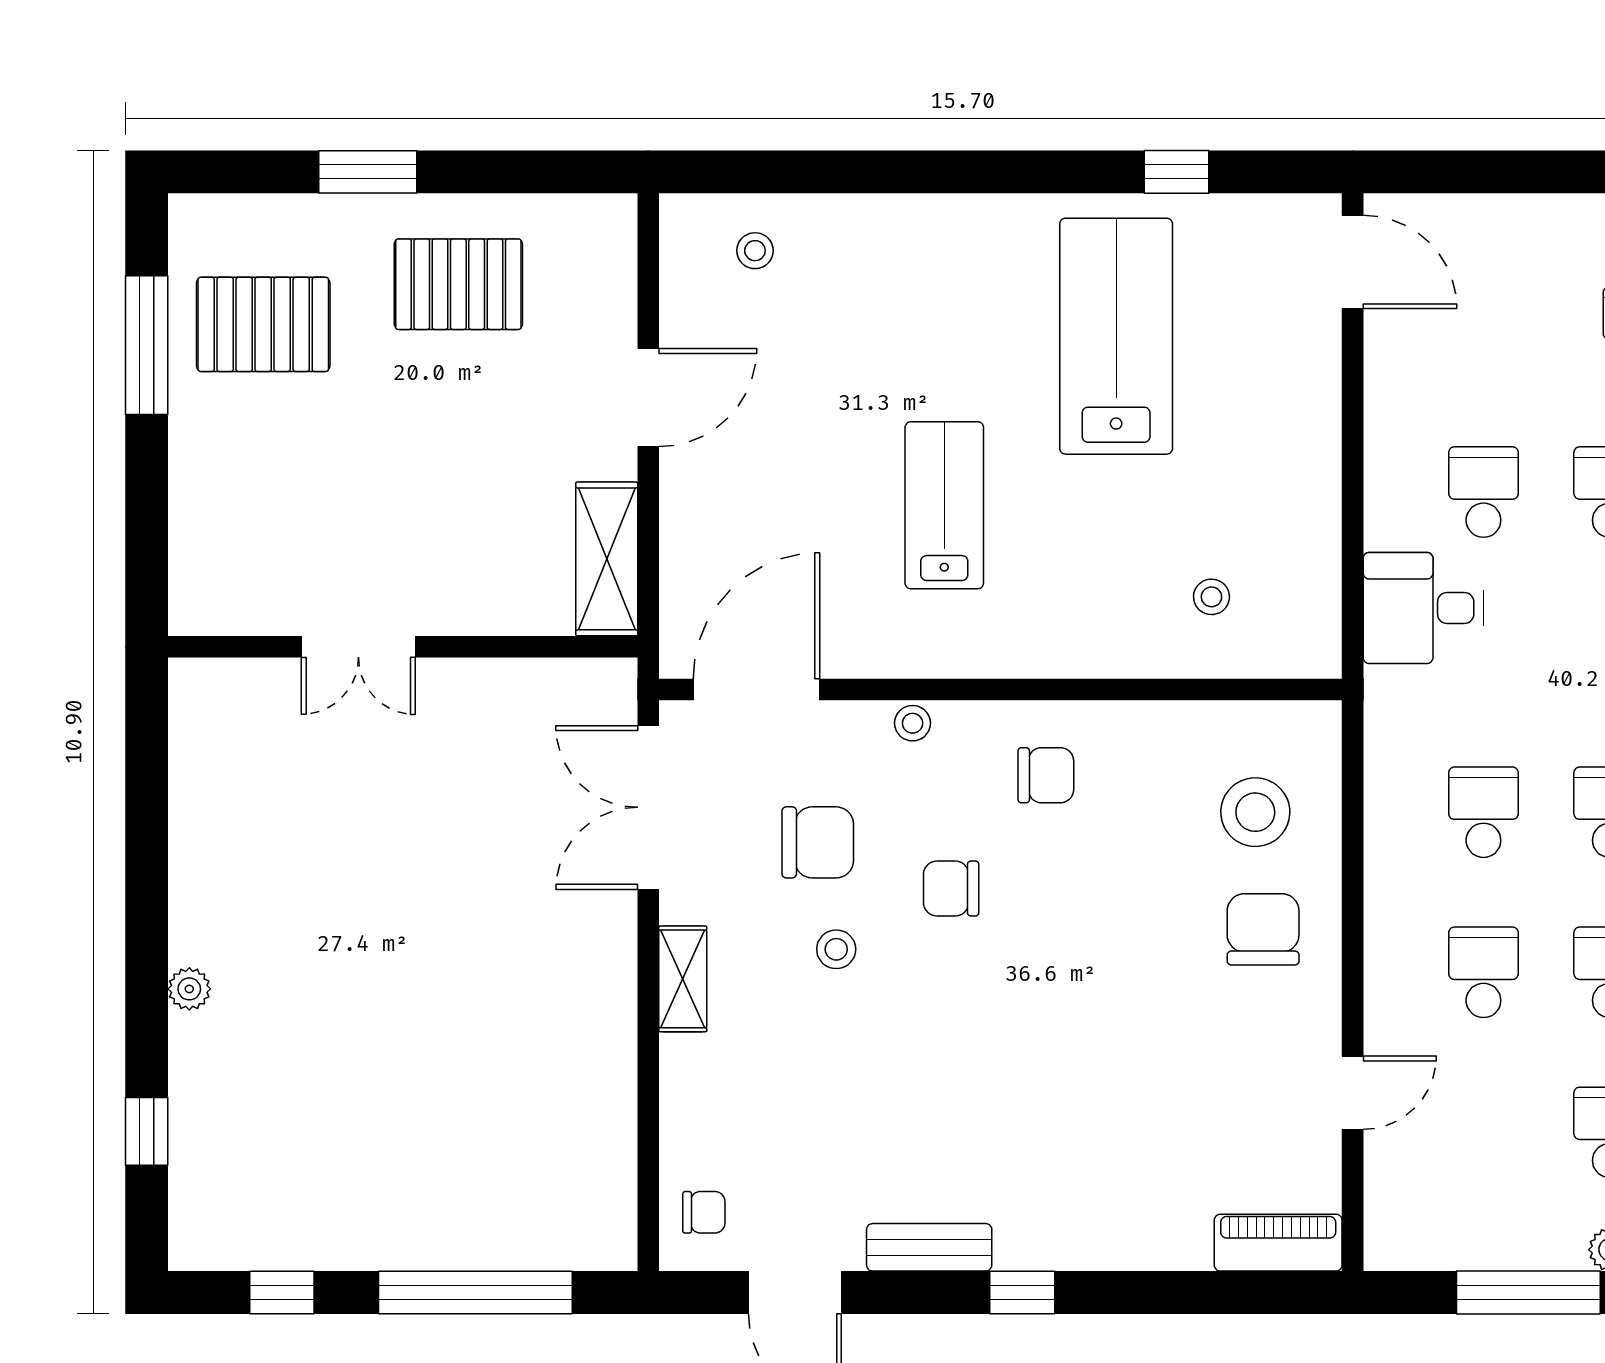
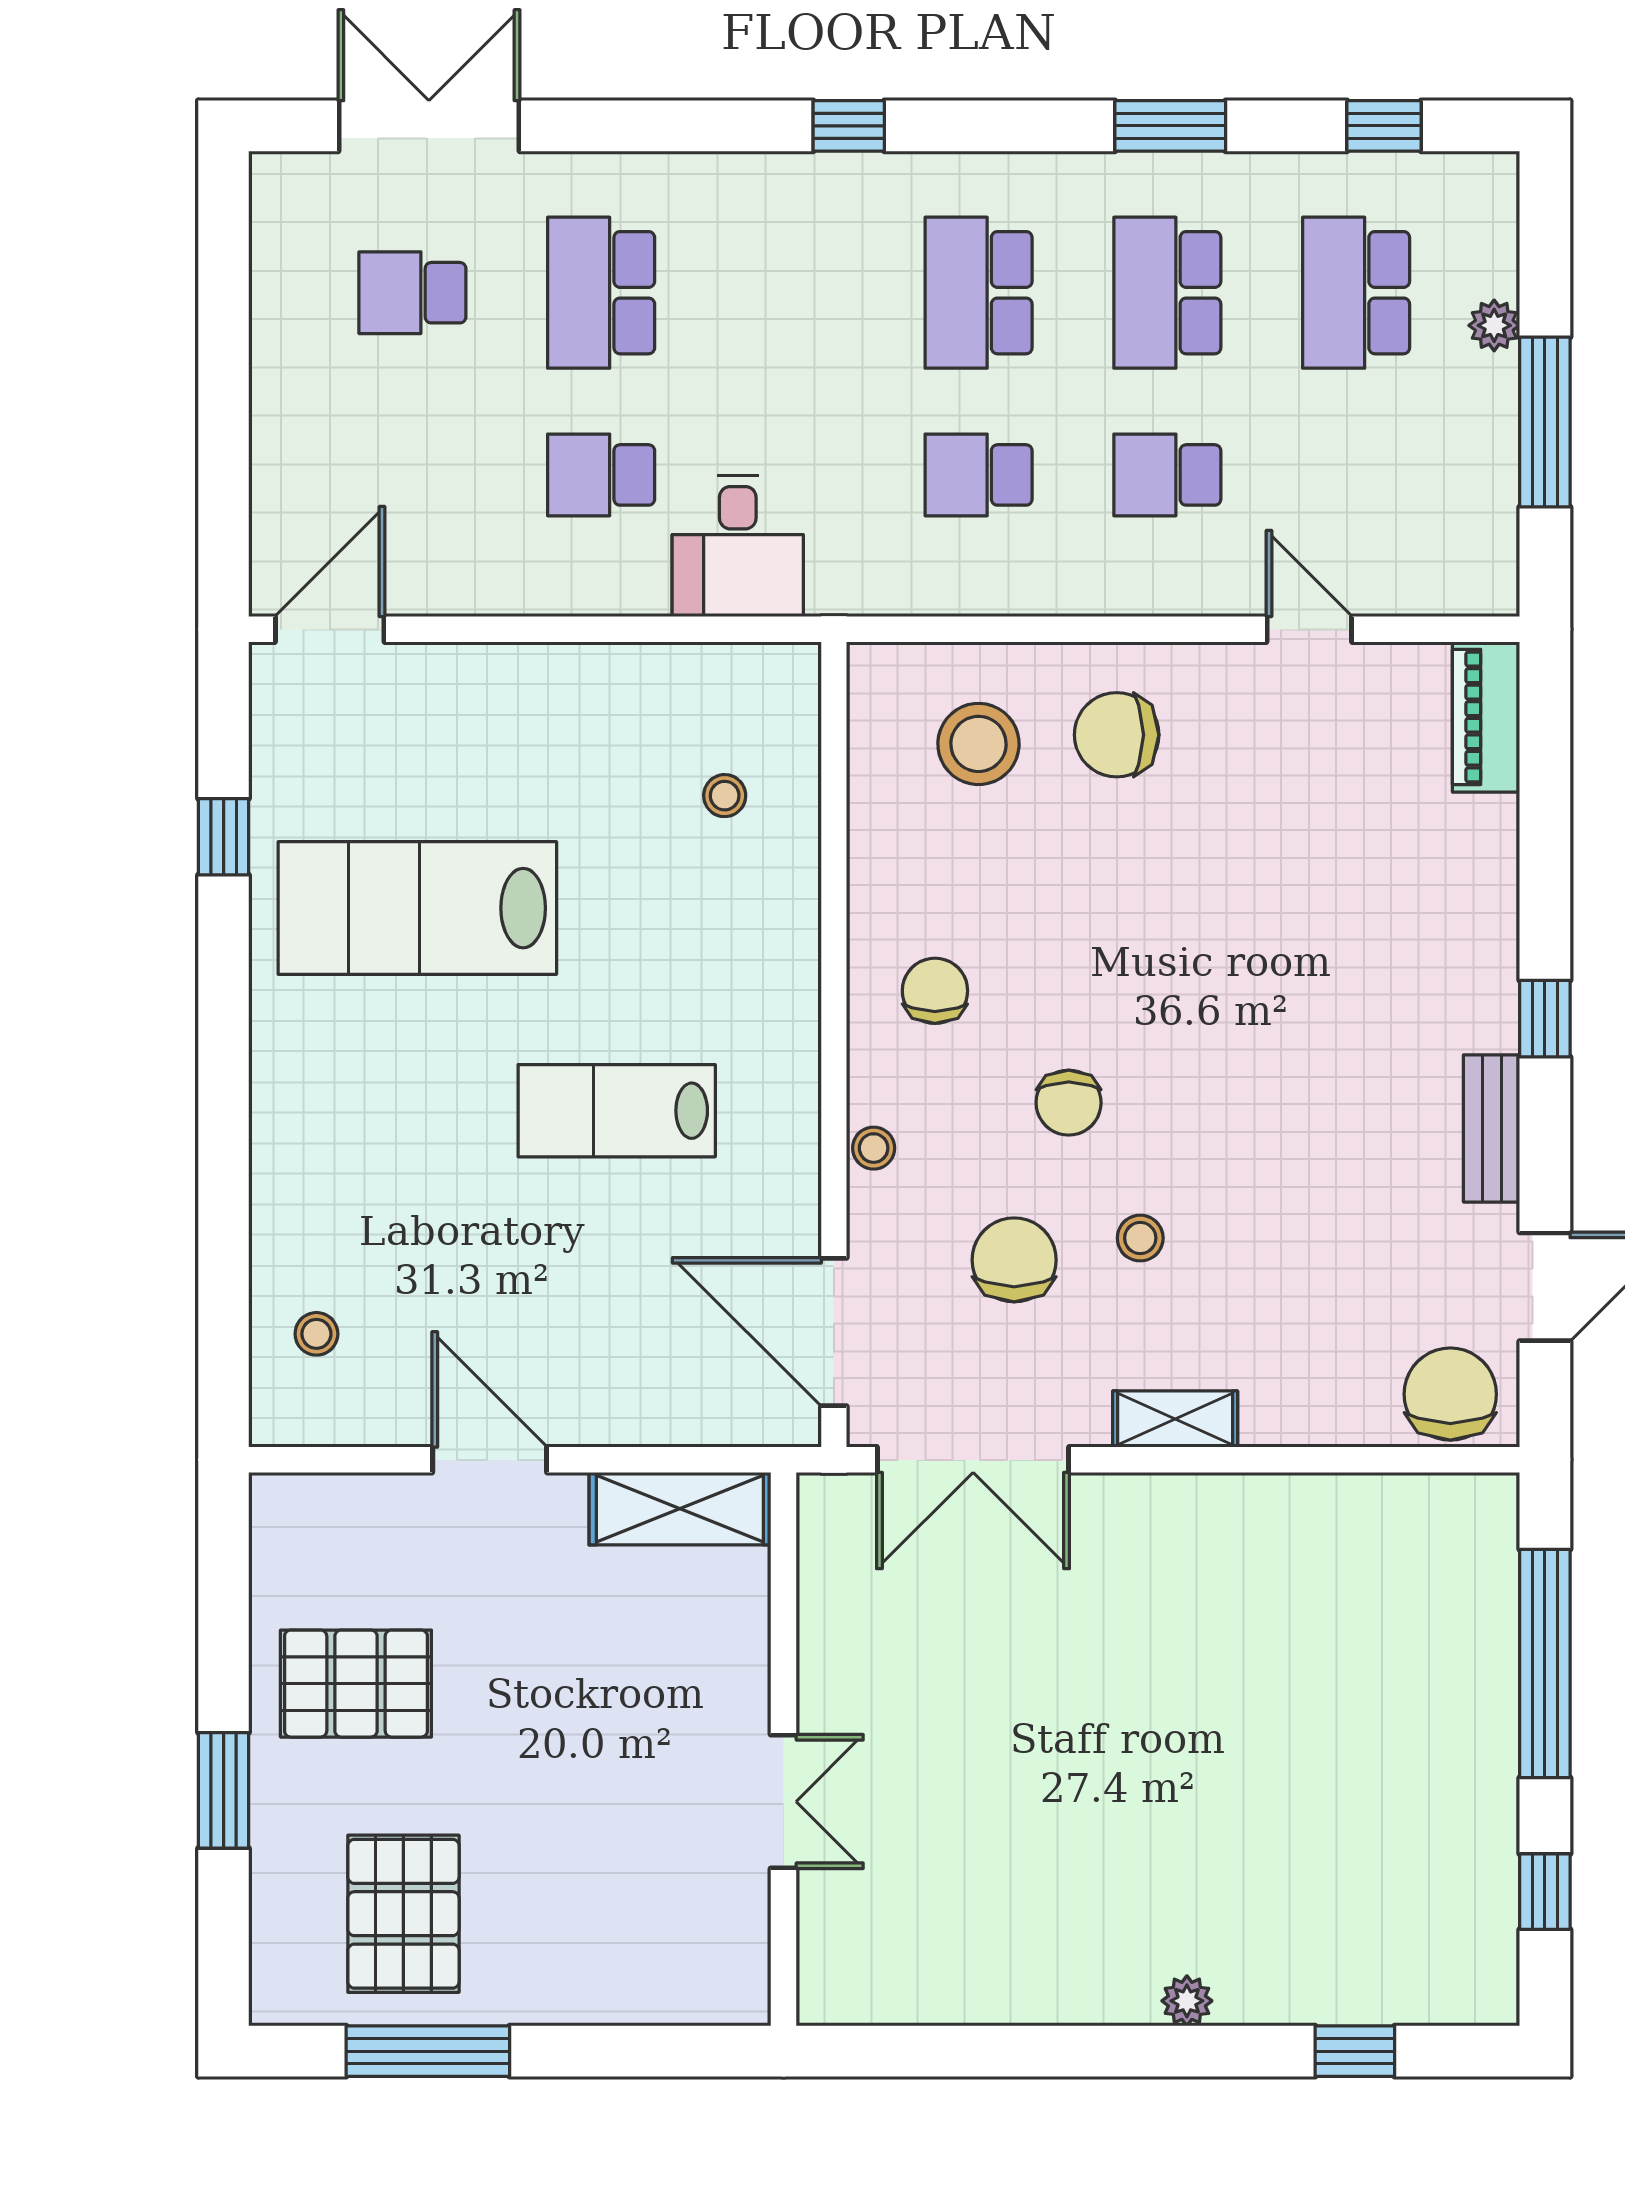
pallet: (458, 284) -> (356, 1684), turned 90
chair: (704, 1212) -> (1450, 1394), width x1.87, depth x1.87

